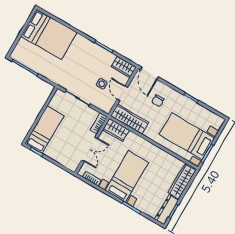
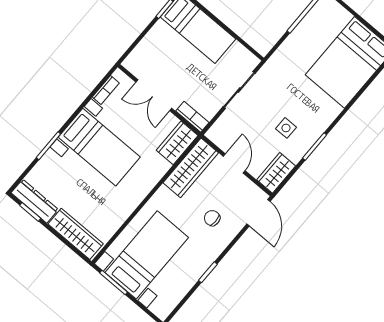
door: (150, 73) -> (258, 213), swing flipped
side table: (102, 84) -> (286, 128), moved
door: (122, 93) -> (234, 164), hinge flipped

